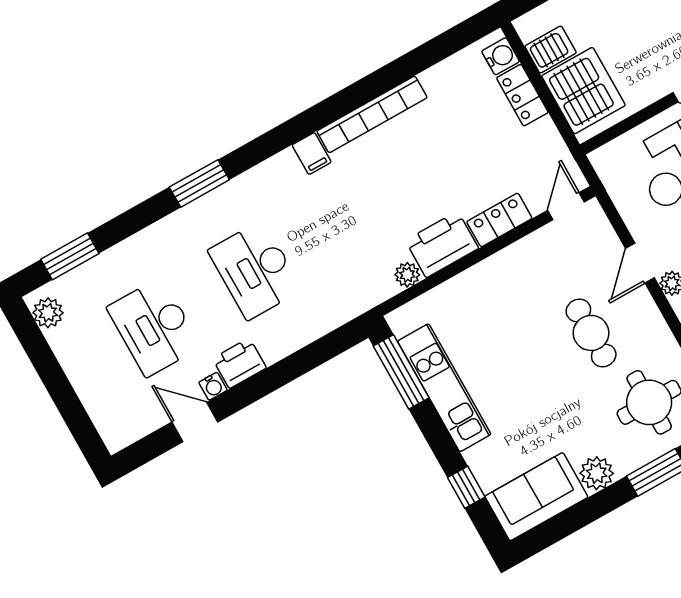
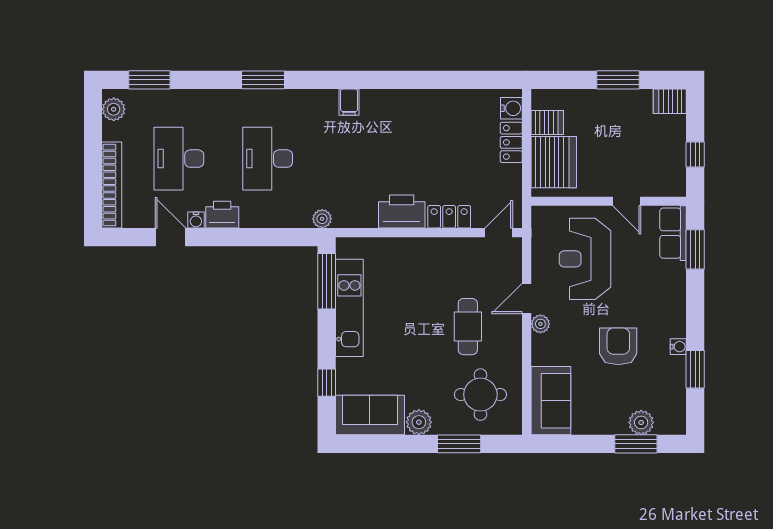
bookcase: (372, 114) -> (112, 185), moved, turned -90
plant: (407, 275) -> (322, 219), moved

